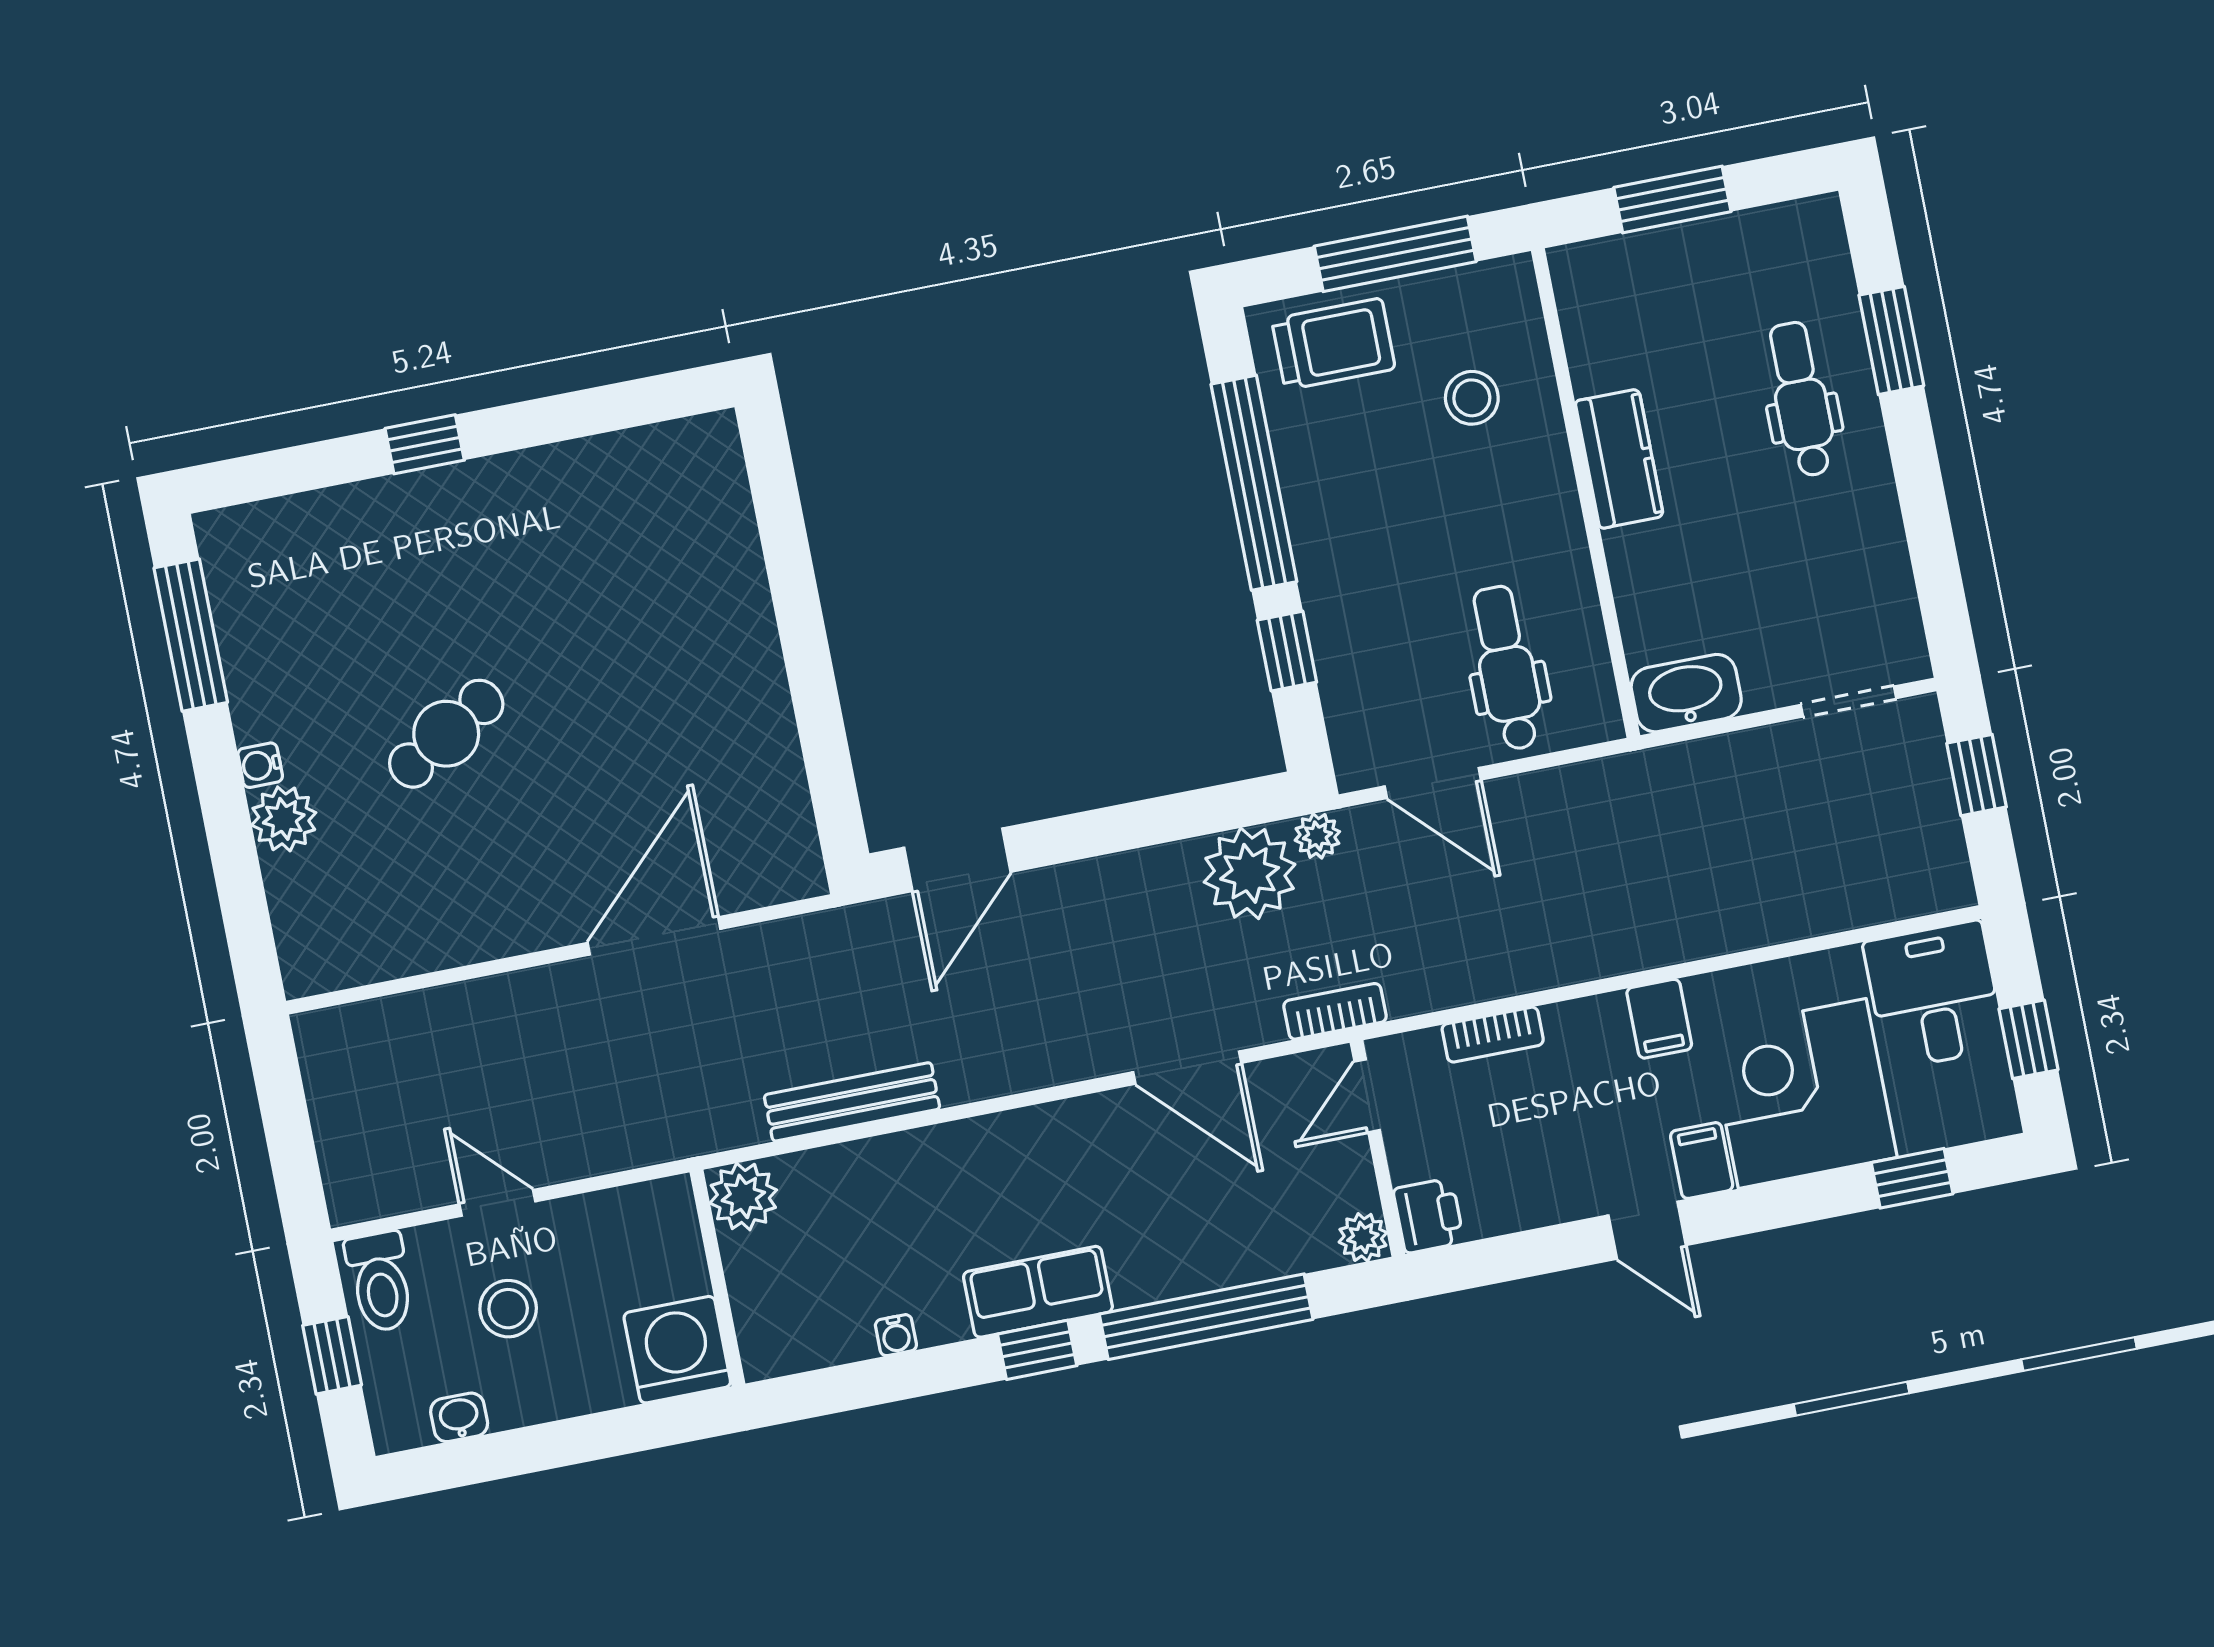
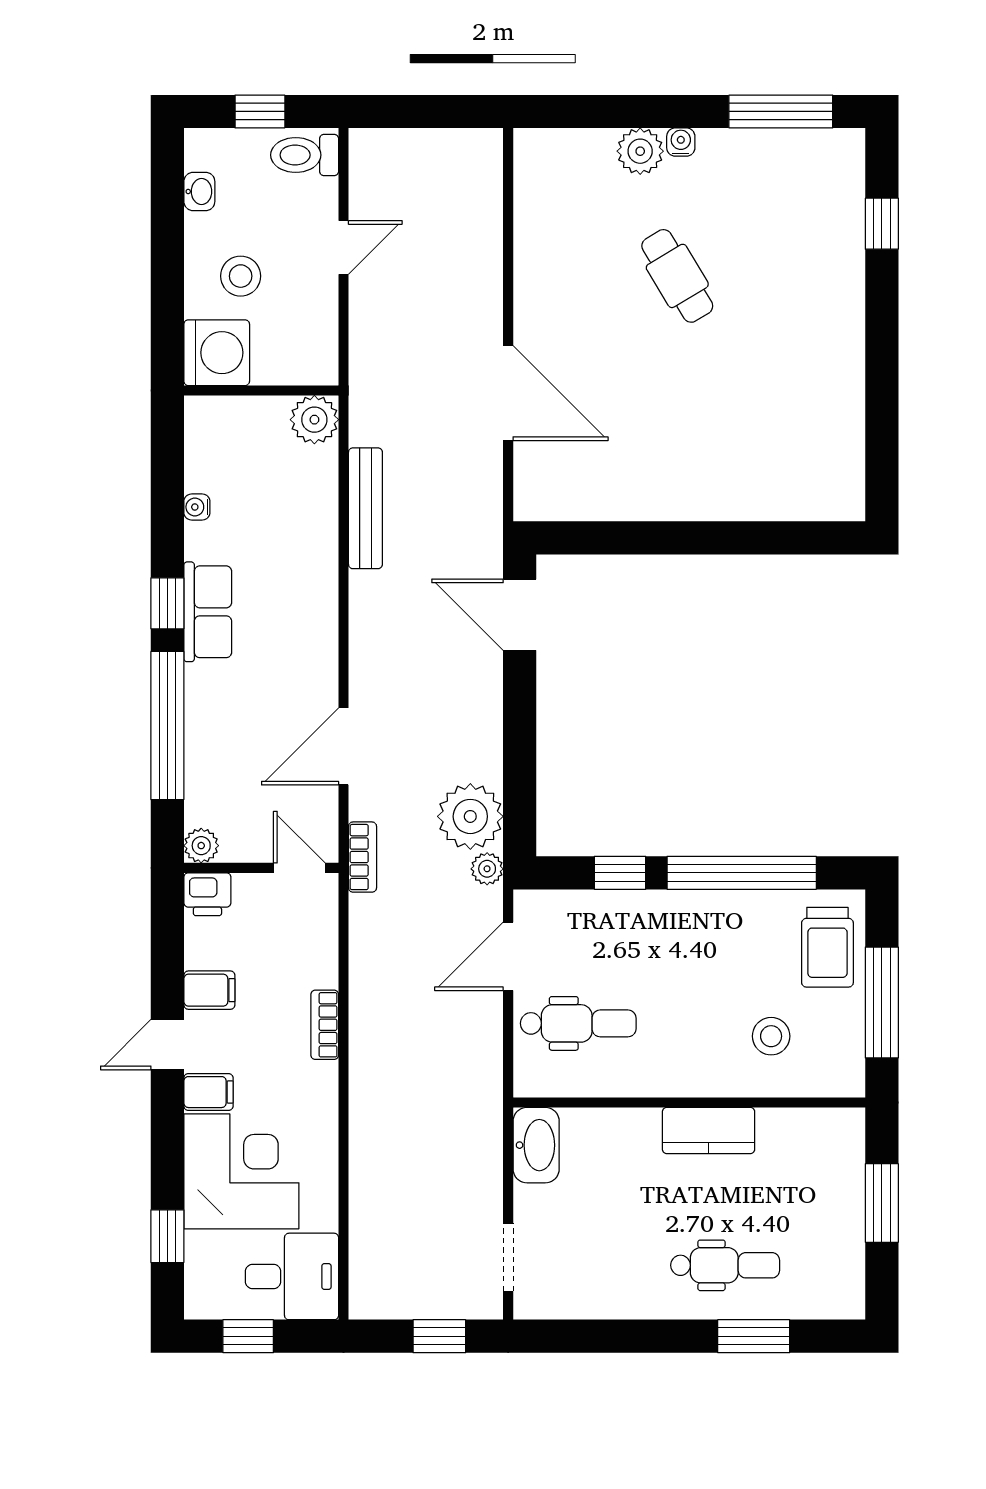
window: (425, 444) -> (882, 224), moved
filing cabinet: (1659, 1019) -> (209, 990), moved, turned 180
bookcase: (1493, 1035) -> (325, 1025), moved
stool: (508, 1309) -> (241, 276), moved

